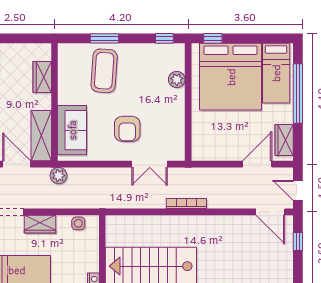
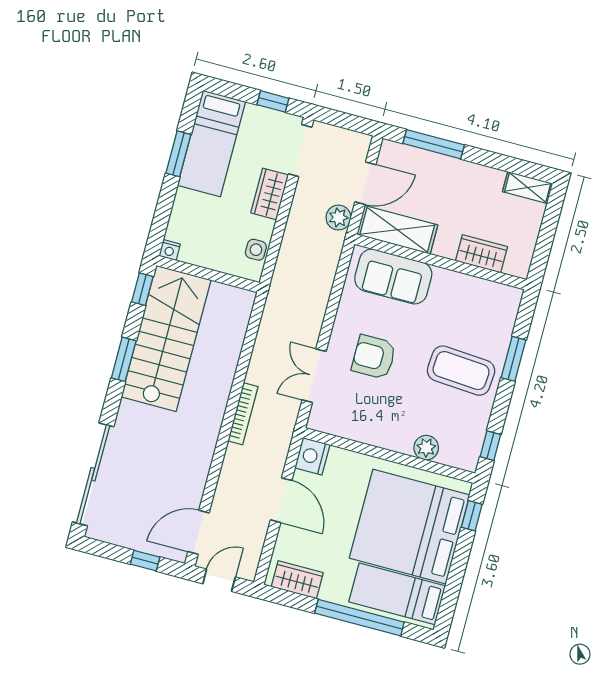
coffee table: (104, 71) -> (461, 371), moved
nightstand: (202, 151) -> (312, 456), added
door: (257, 164) -> (281, 500), moved
plant: (59, 176) -> (338, 218), moved

